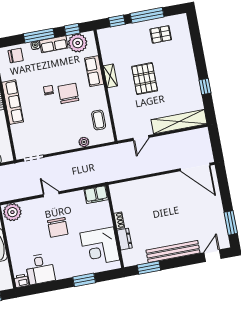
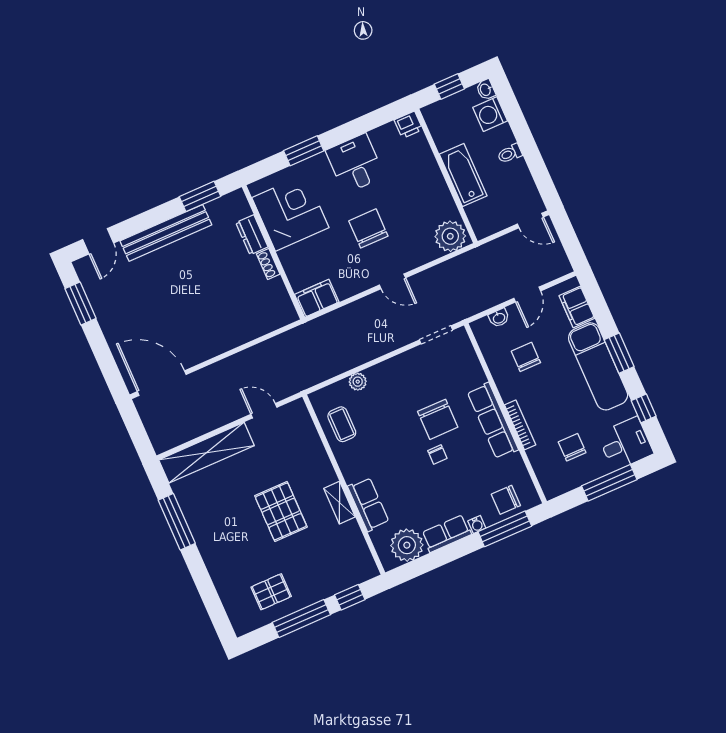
window: (72, 29) -> (421, 566), removed
window: (39, 36) -> (505, 529), moved
window: (205, 87) -> (177, 522), width x2.17
chair: (68, 93) -> (438, 419), moved
door: (141, 138) -> (264, 411), hinge flipped
desk: (40, 269) -> (355, 163), moved

